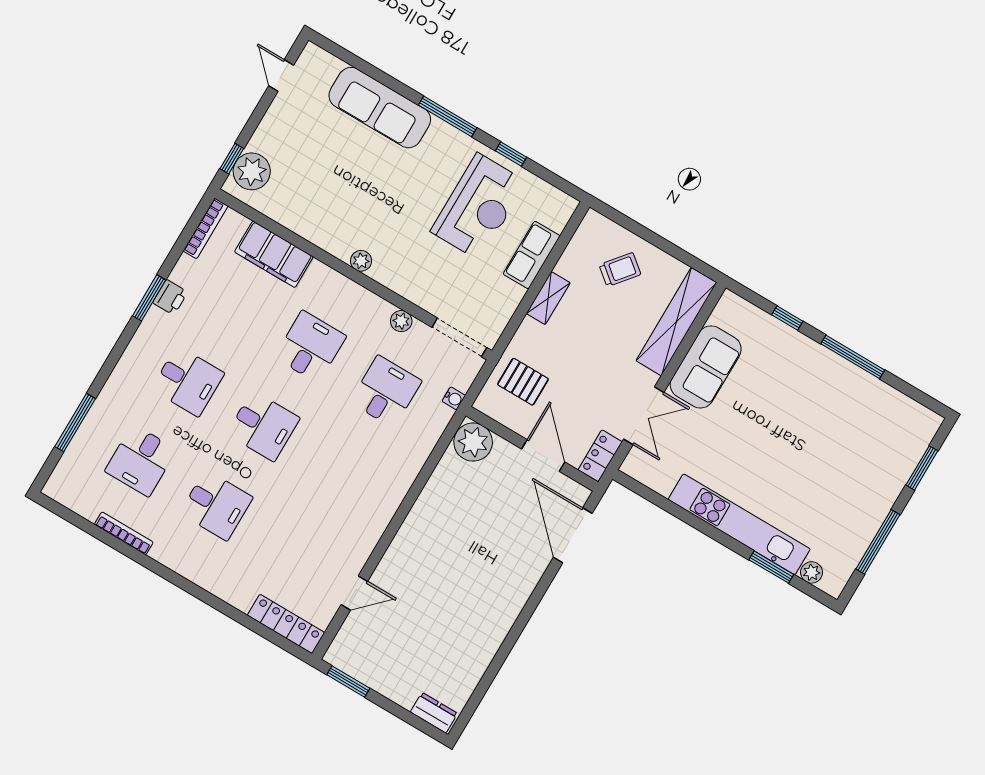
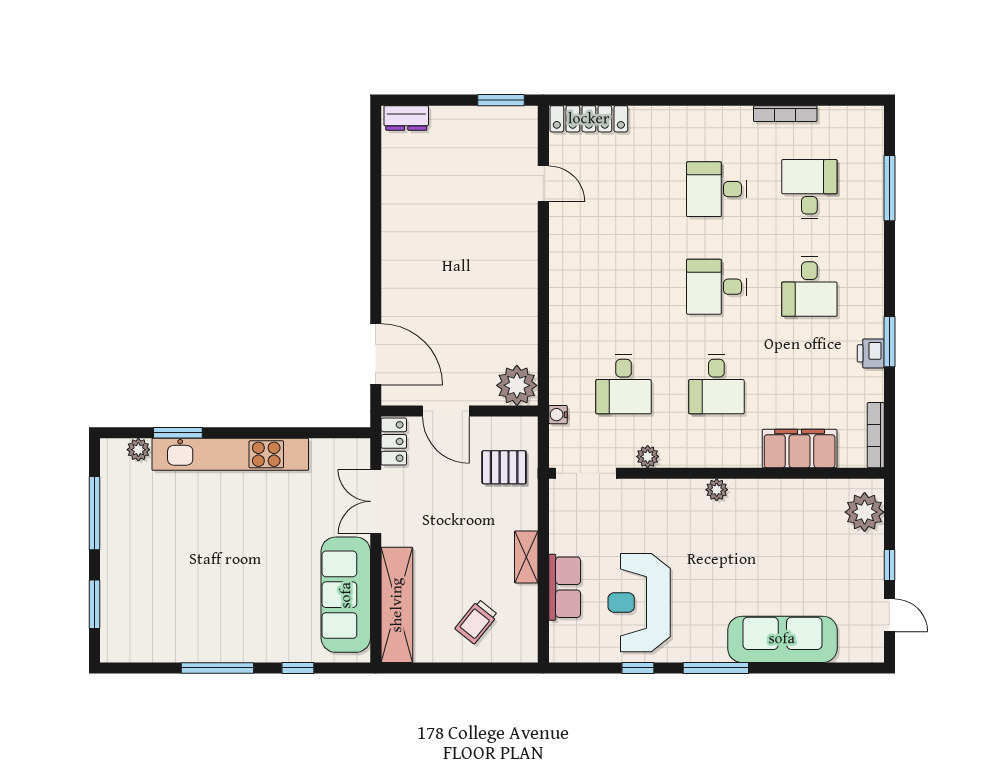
window: (232, 159) -> (889, 565), moved
sofa: (706, 367) -> (346, 595), width x1.36
desk: (188, 381) -> (809, 287), turned -90
door: (354, 593) -> (543, 184), swing flipped

